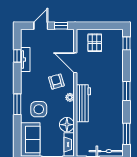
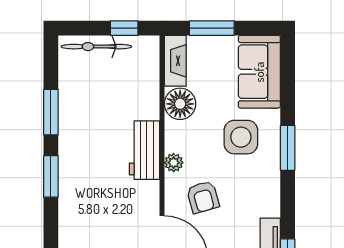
workbench: (83, 103) -> (144, 150), width x0.73
window: (127, 134) -> (51, 112), moved

